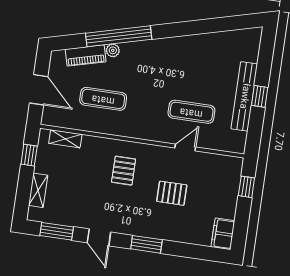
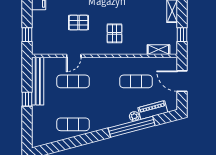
exercise mat: (200, 52) -> (73, 124), added
bench: (244, 96) -> (38, 81), moved

